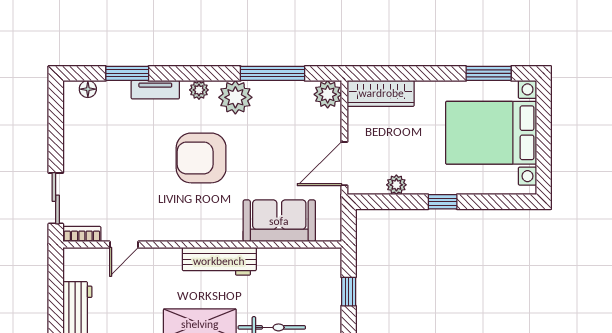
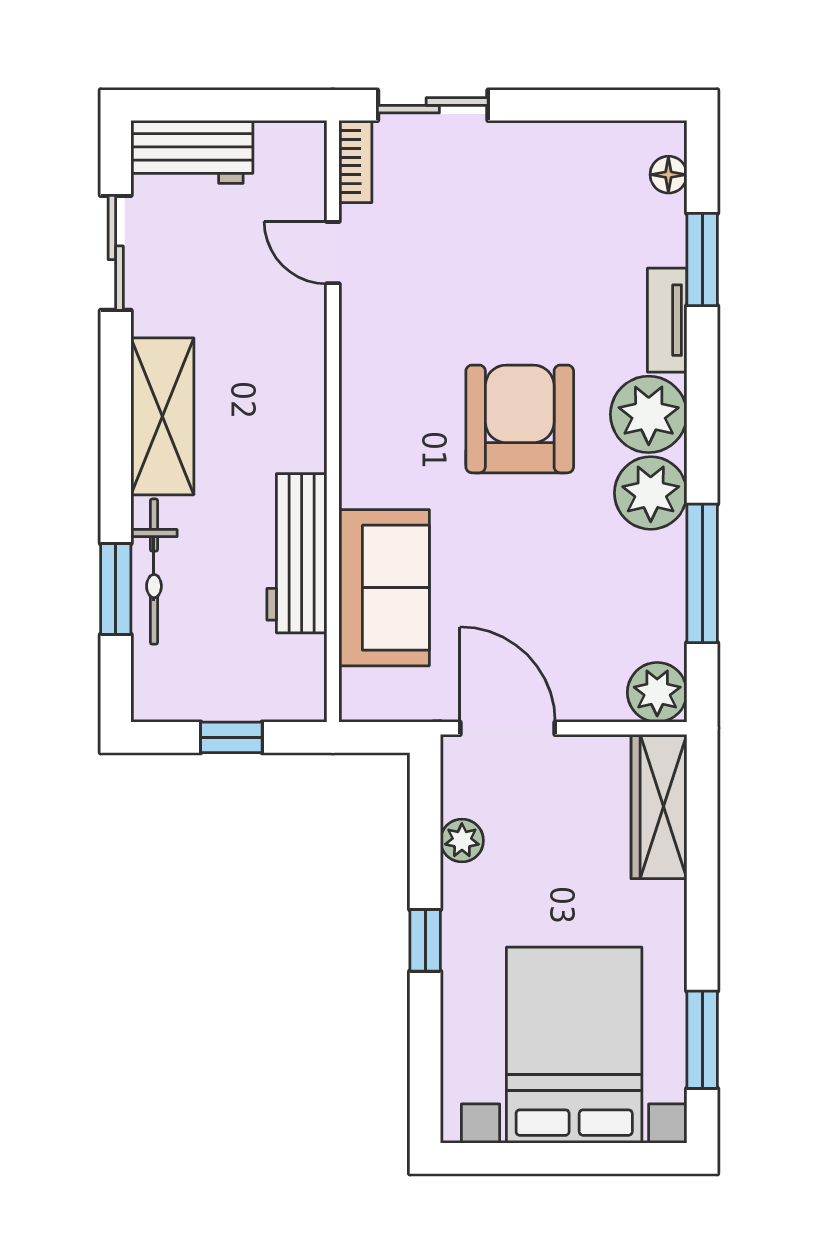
plant: (199, 90) -> (649, 414), width x1.87, depth x1.87
workbench: (219, 261) -> (297, 553), moved

